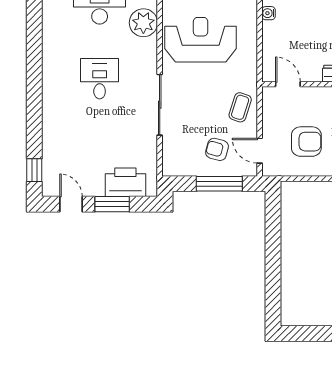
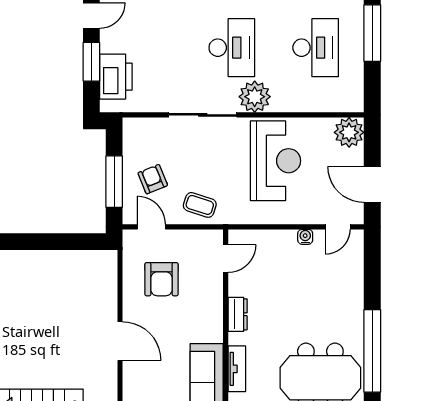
plant: (143, 23) -> (255, 97), moved
desk: (100, 79) -> (232, 48), width x1.37
armchair: (217, 149) -> (153, 179), turned -37
door: (260, 151) -> (151, 227), hinge flipped

